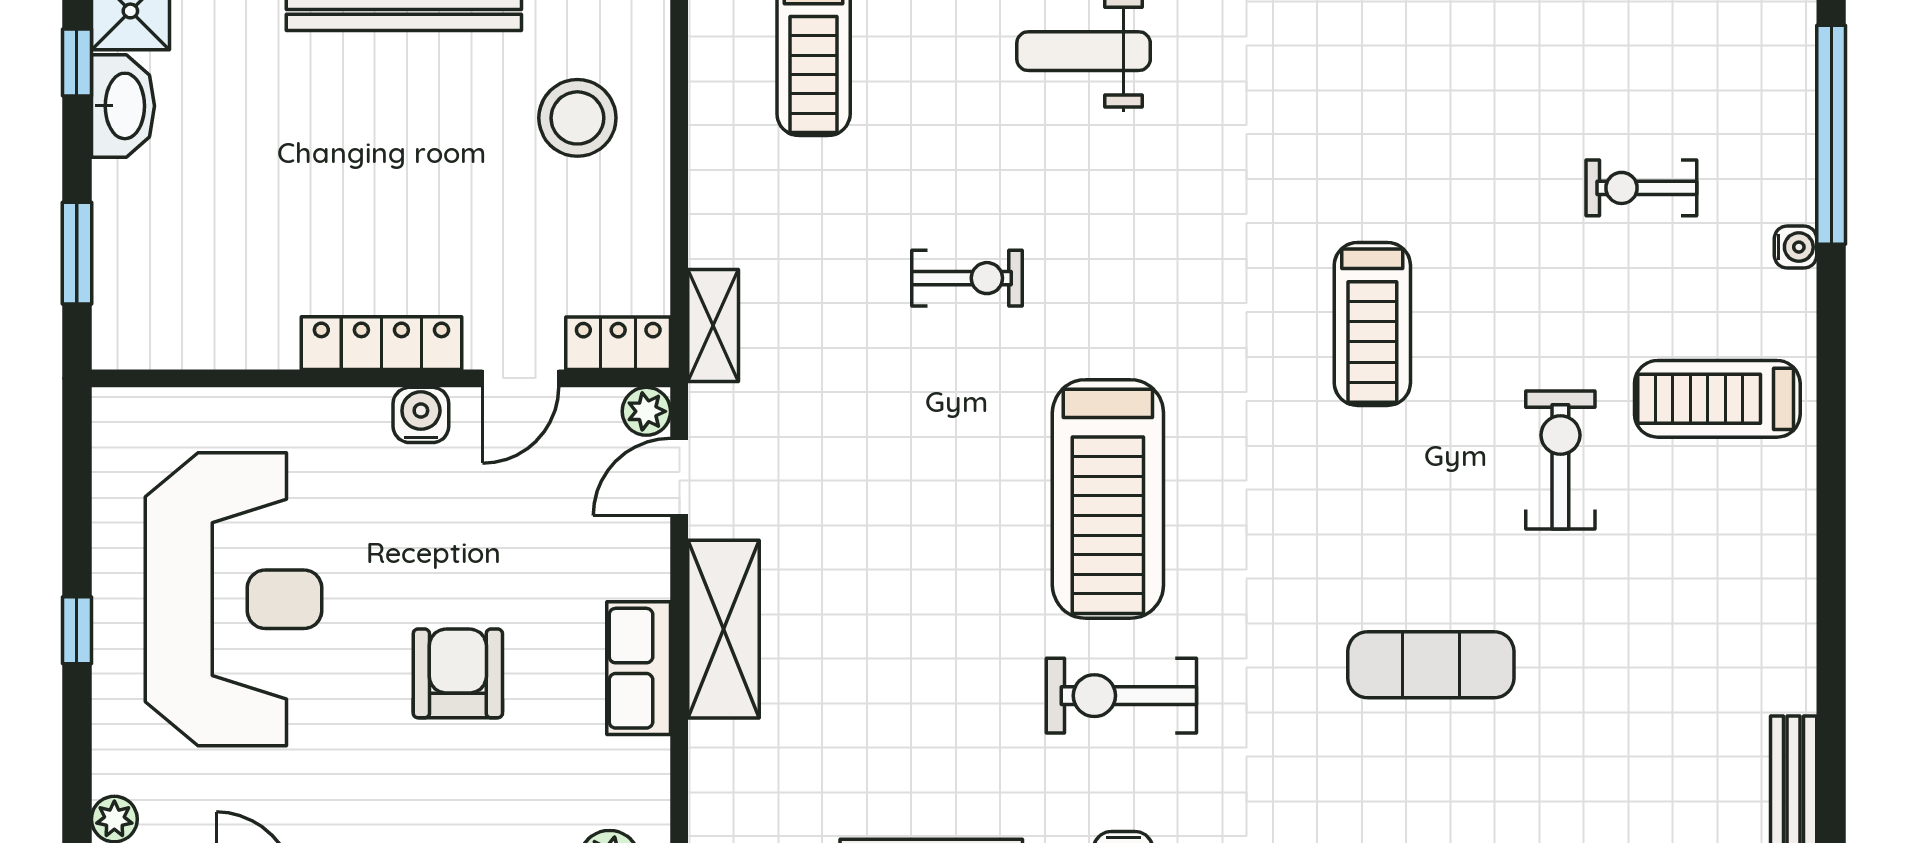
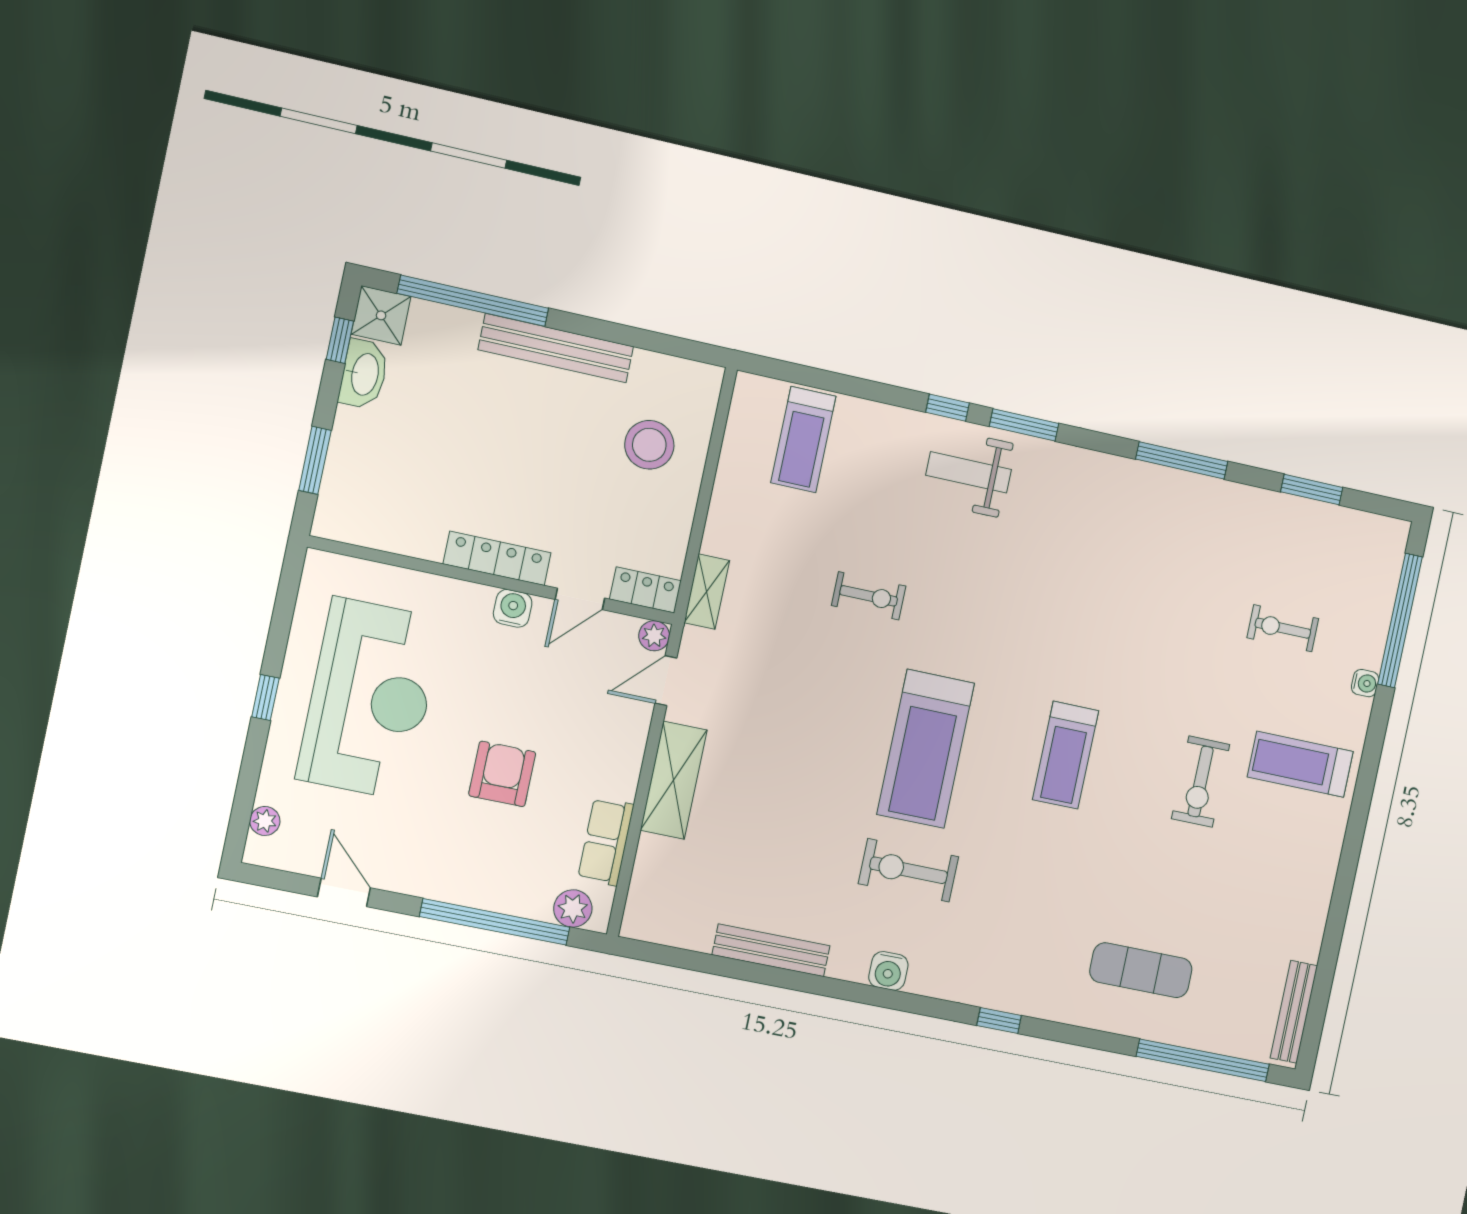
treadmill: (1372, 324) -> (1066, 755), moved
exercise bike: (1560, 460) -> (1201, 782), turned 180
exercise mat: (1431, 665) -> (1141, 970), moved
row of seats: (639, 668) -> (606, 842), moved

